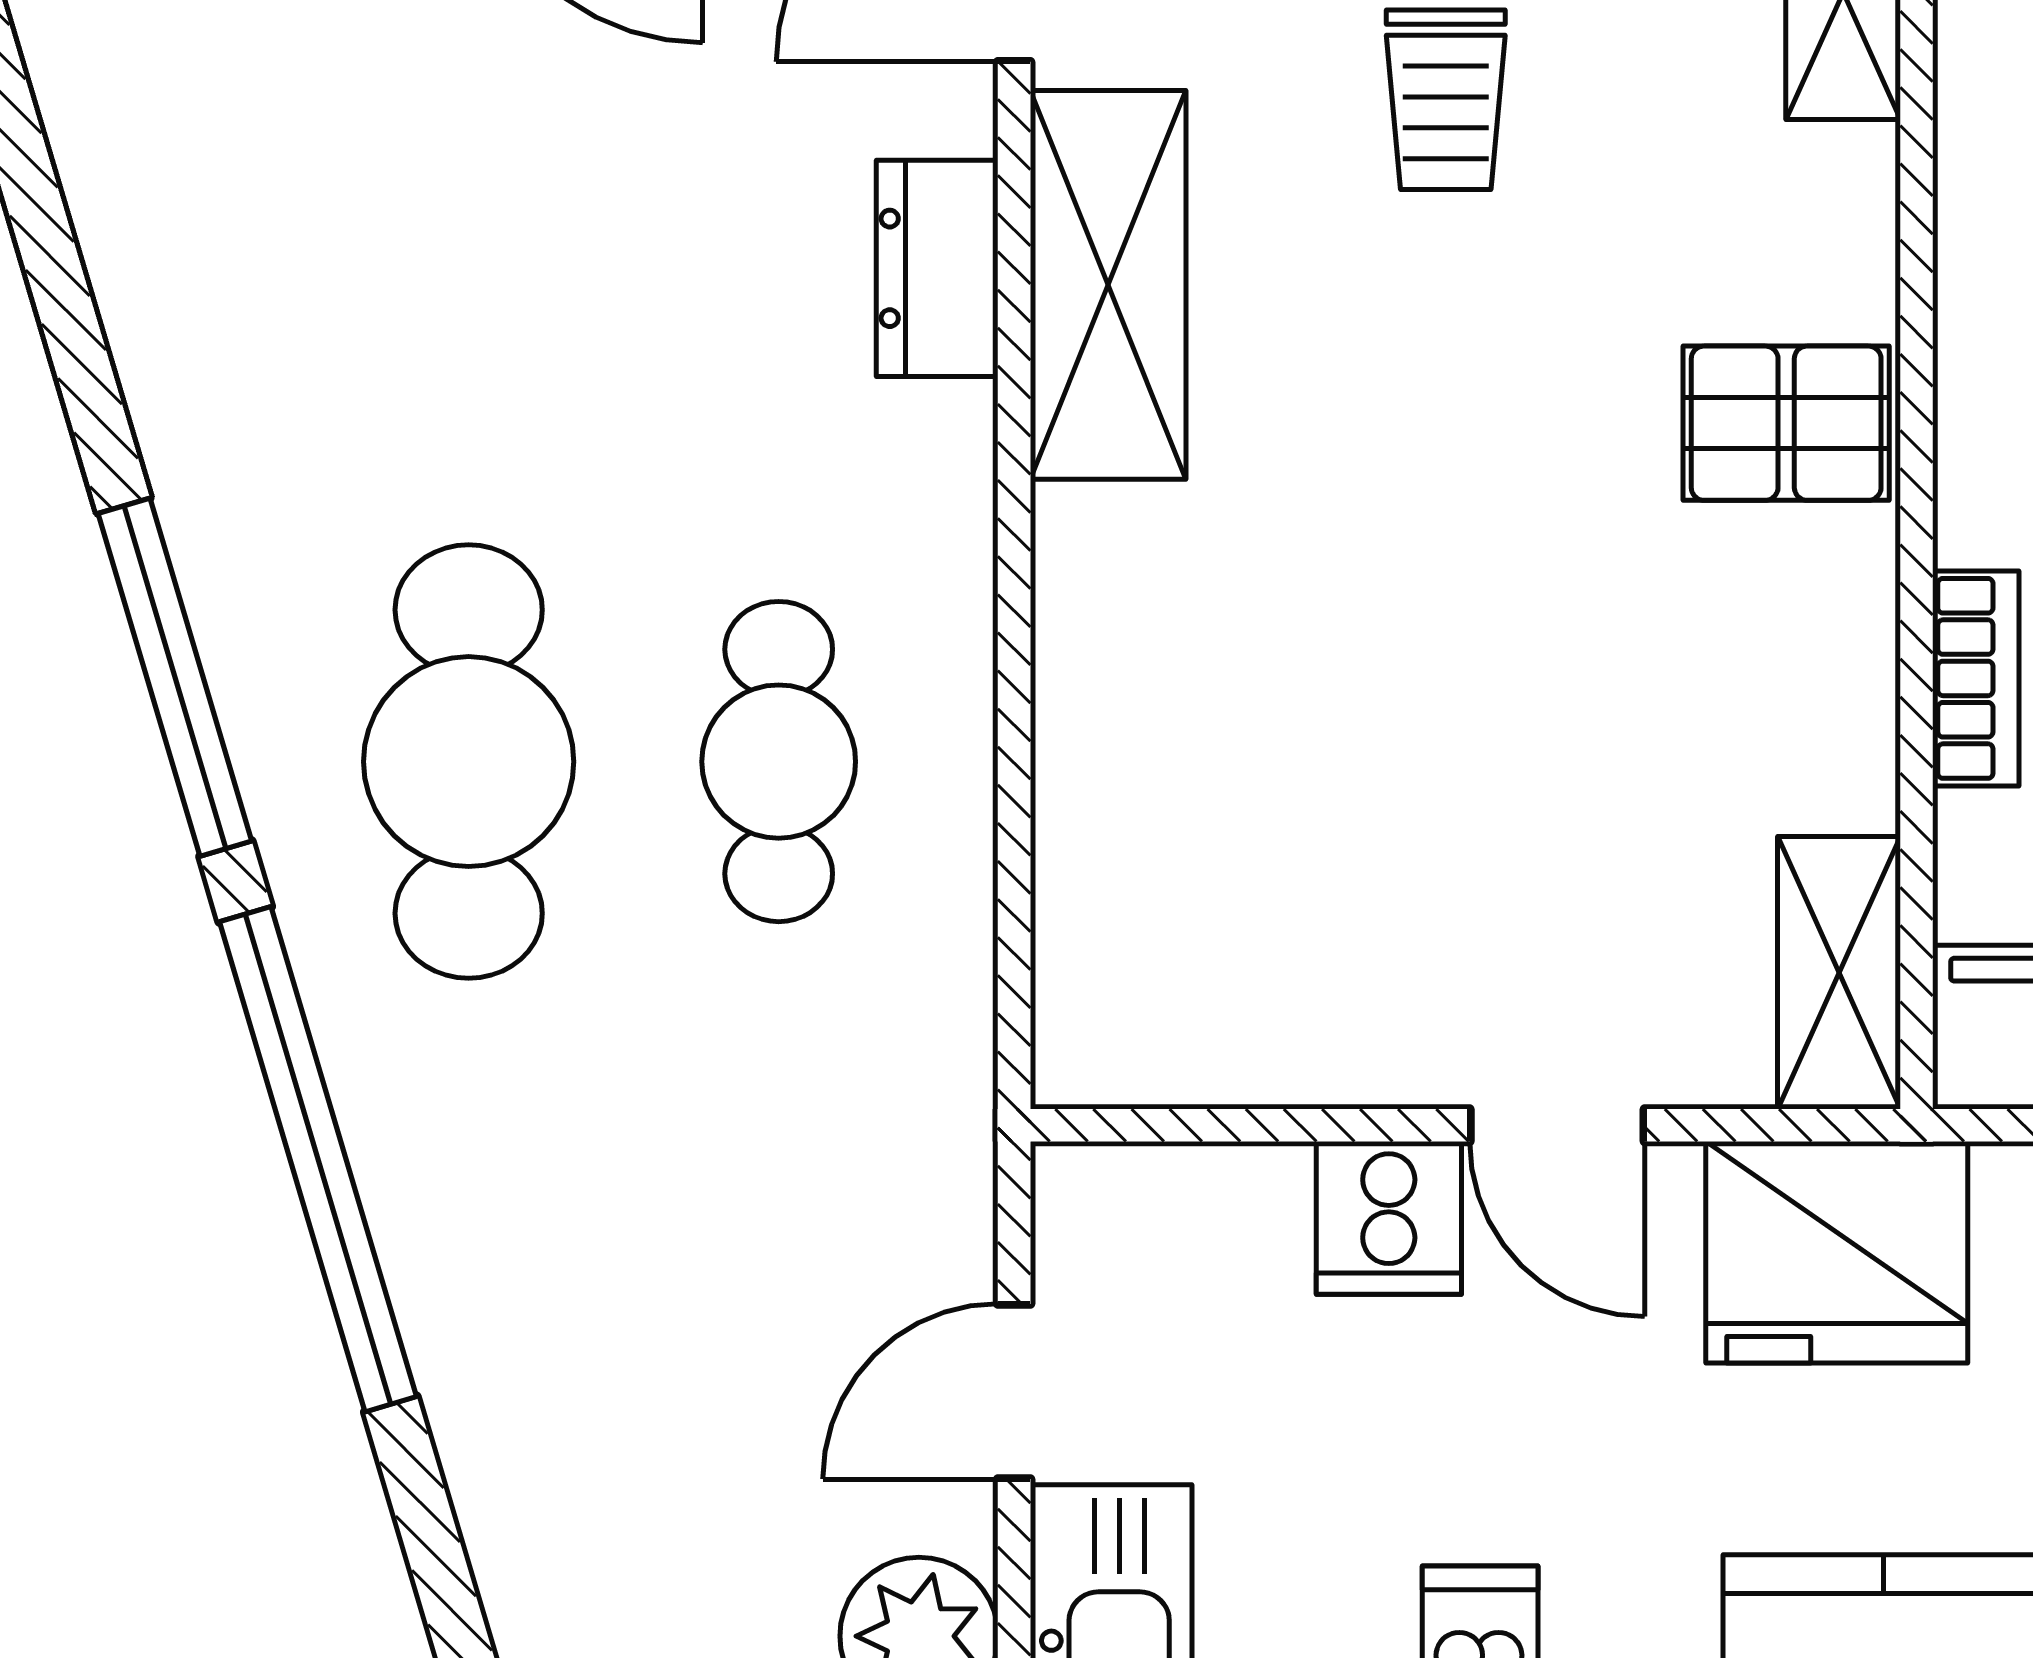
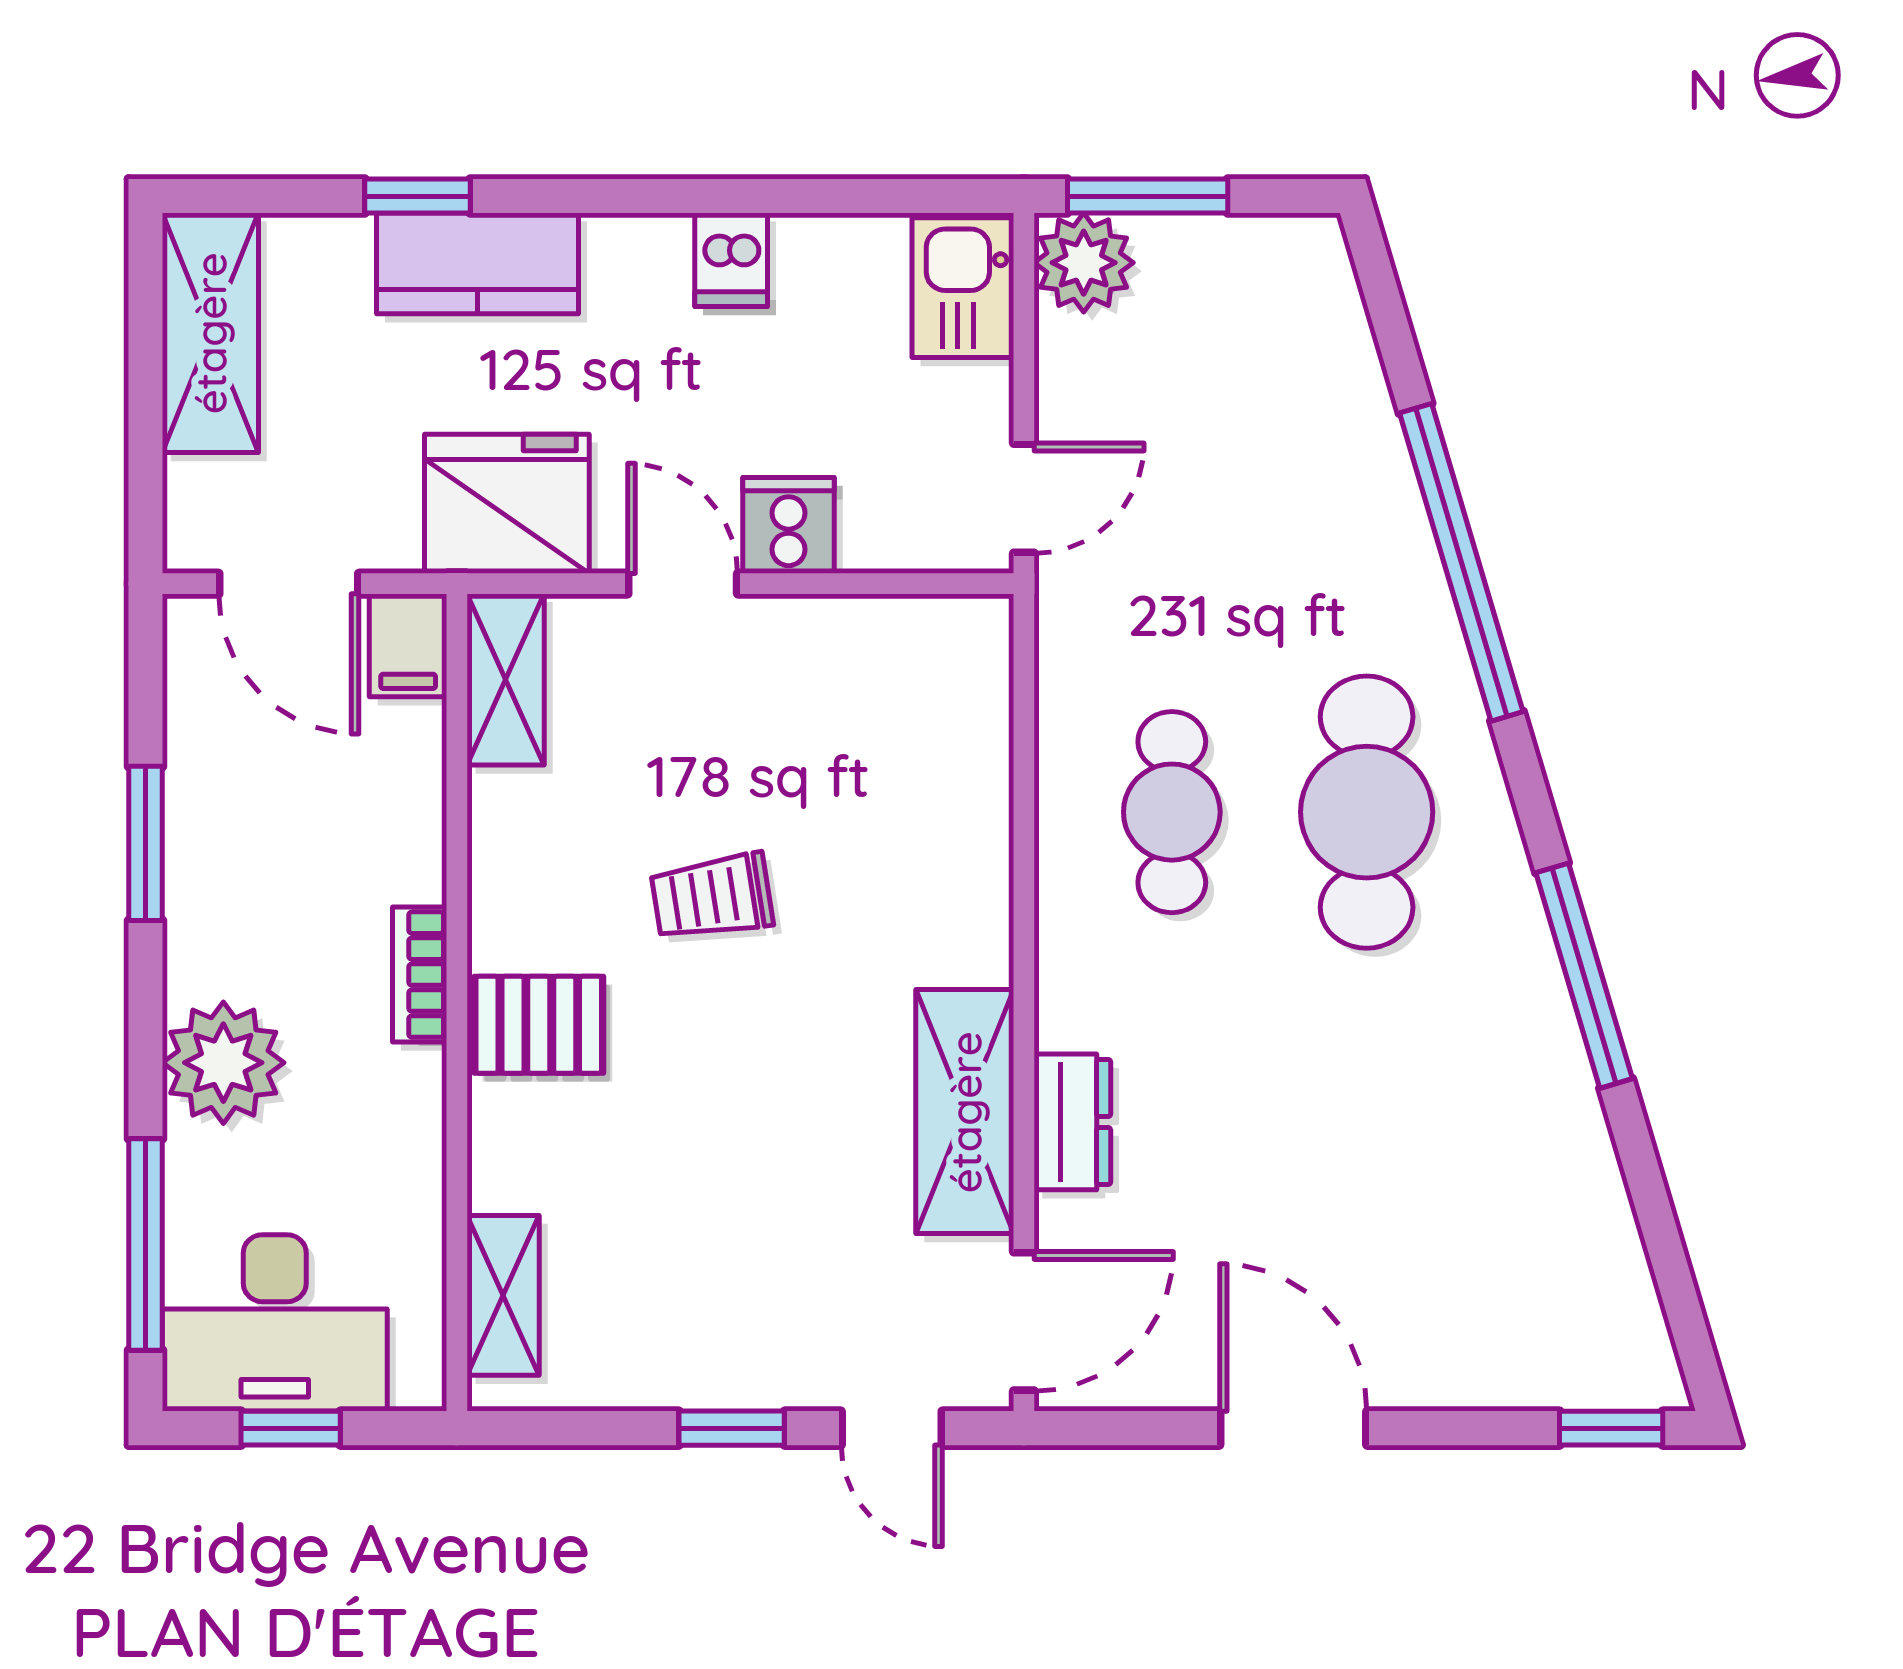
trolley: (1446, 100) -> (712, 897), moved, turned -99
window: (175, 677) -> (1584, 976), moved
bookcase: (1976, 678) -> (420, 975), moved
door: (1014, 1391) -> (1024, 498), moved

